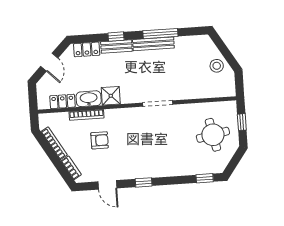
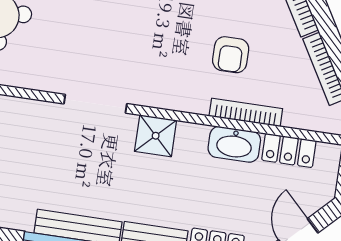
shower: (111, 96) -> (156, 136), moved
armchair: (100, 140) -> (231, 55), turned -90

